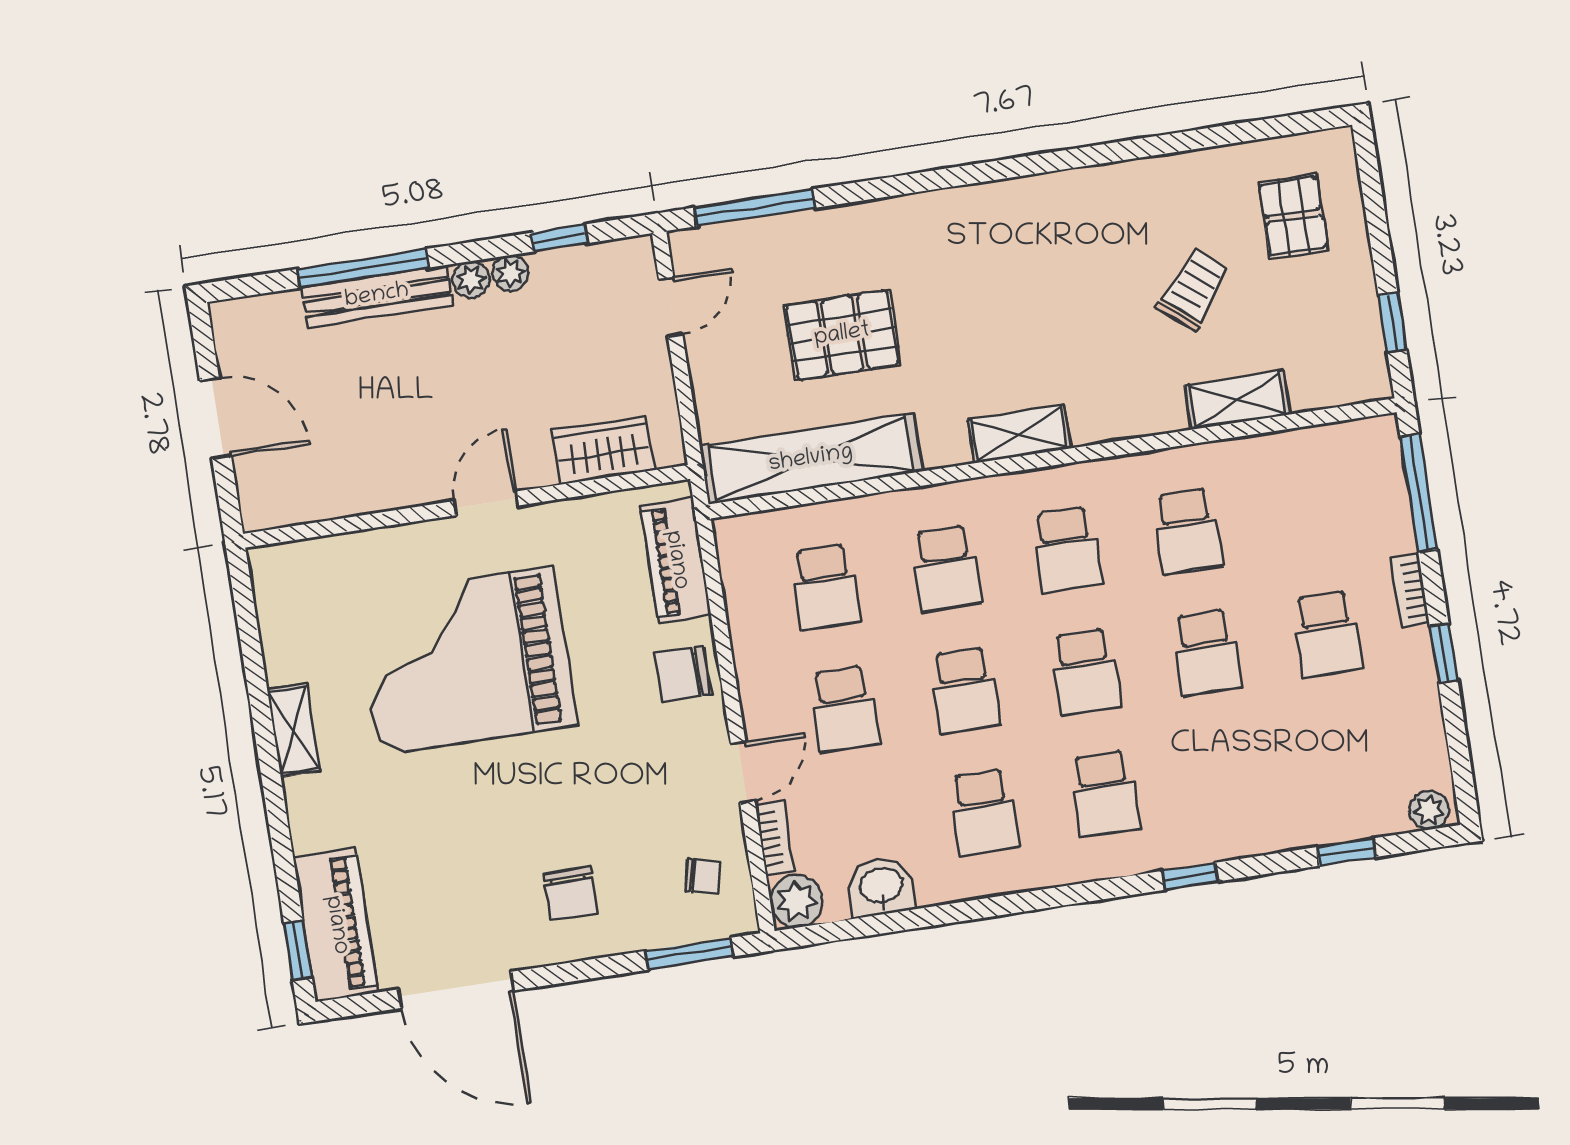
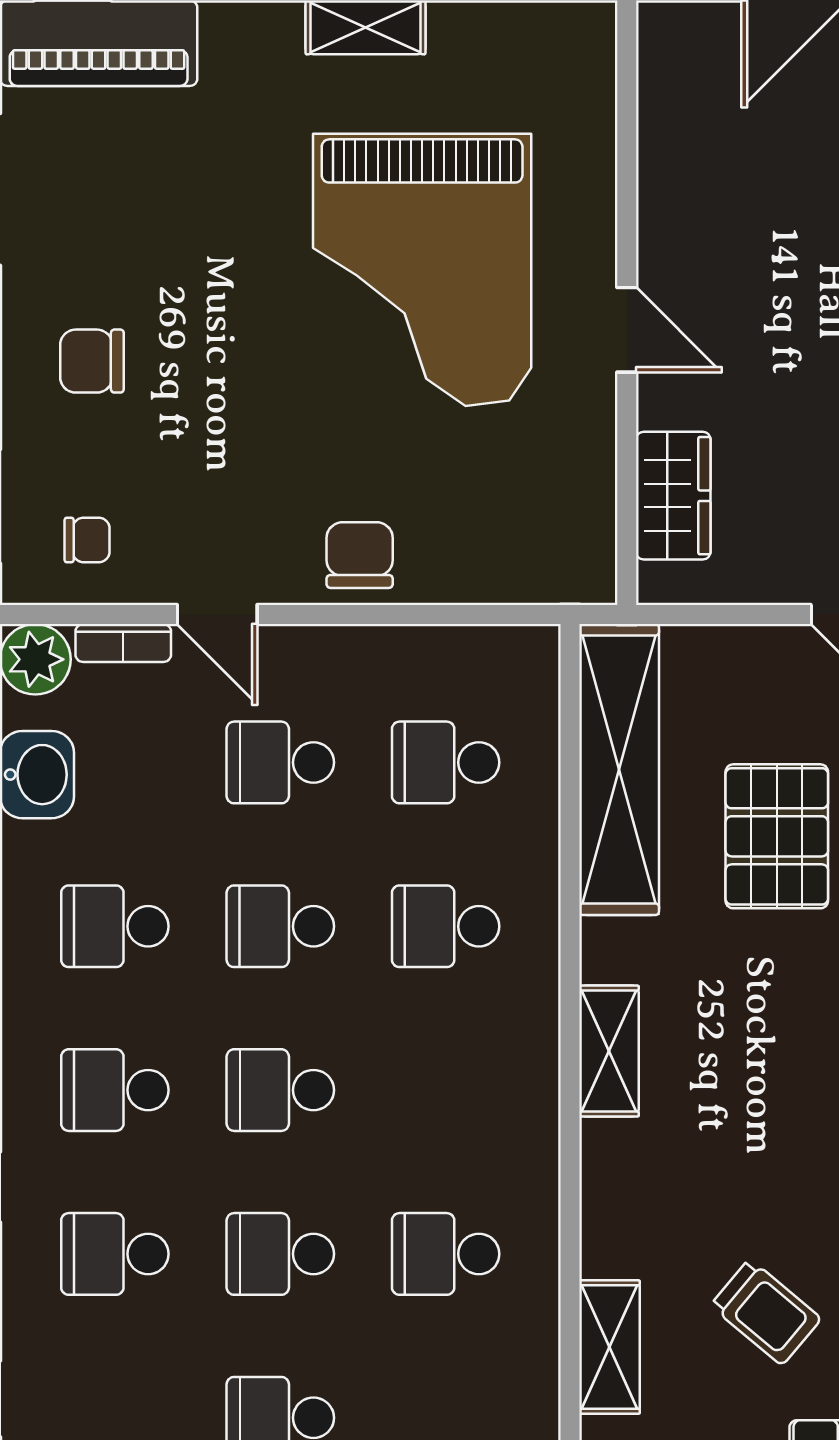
school desk: (1067, 550) -> (115, 1254), moved
piano: (676, 560) -> (512, 569), removed
grand piano: (466, 661) -> (422, 270), turned 180
chair: (703, 877) -> (87, 540), turned -103

